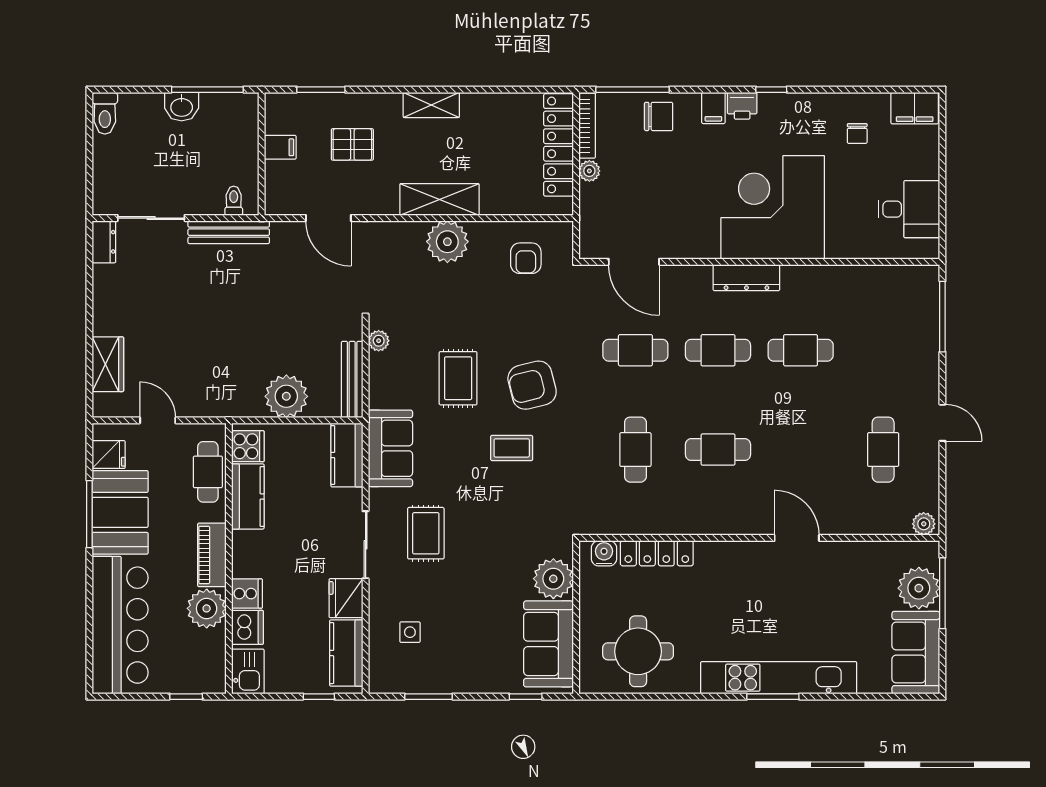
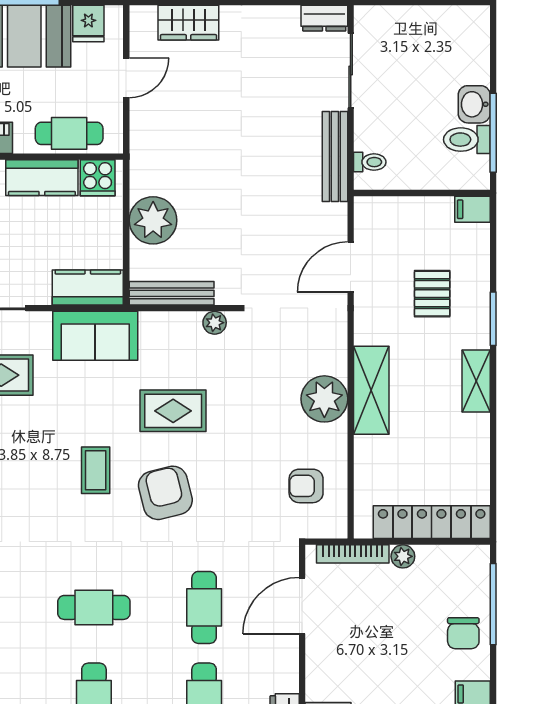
window: (321, 90) -> (493, 319), moved
toilet: (105, 113) -> (467, 140), moved
bookcase: (587, 126) -> (353, 554), moved
filing cabinet: (280, 147) -> (472, 209), moved, turned 90

